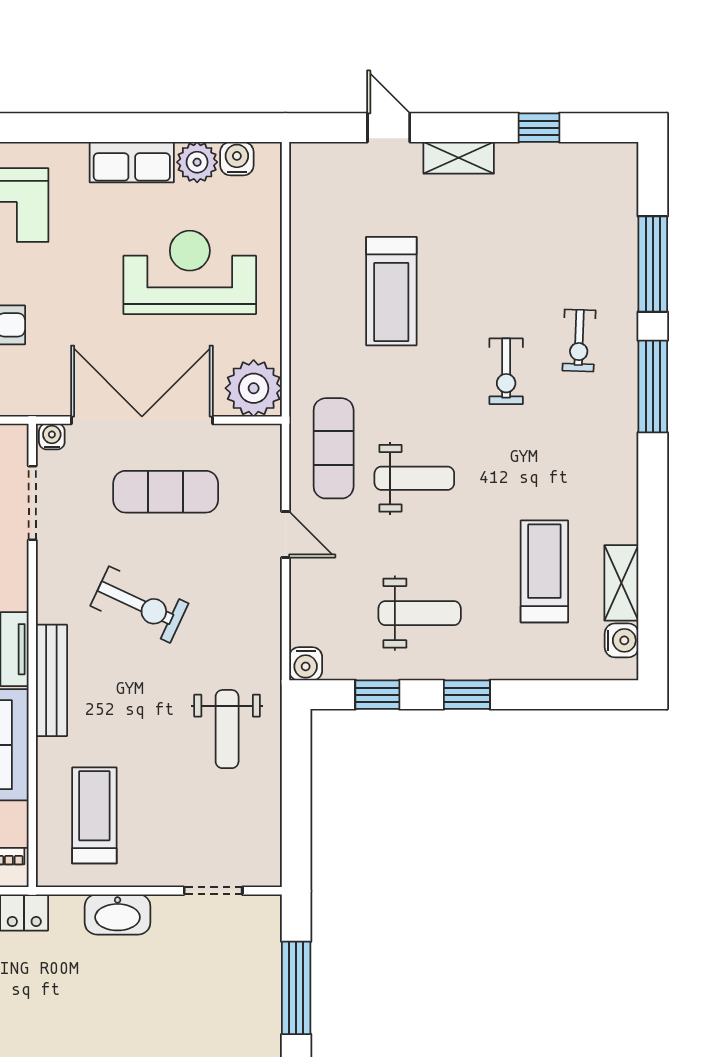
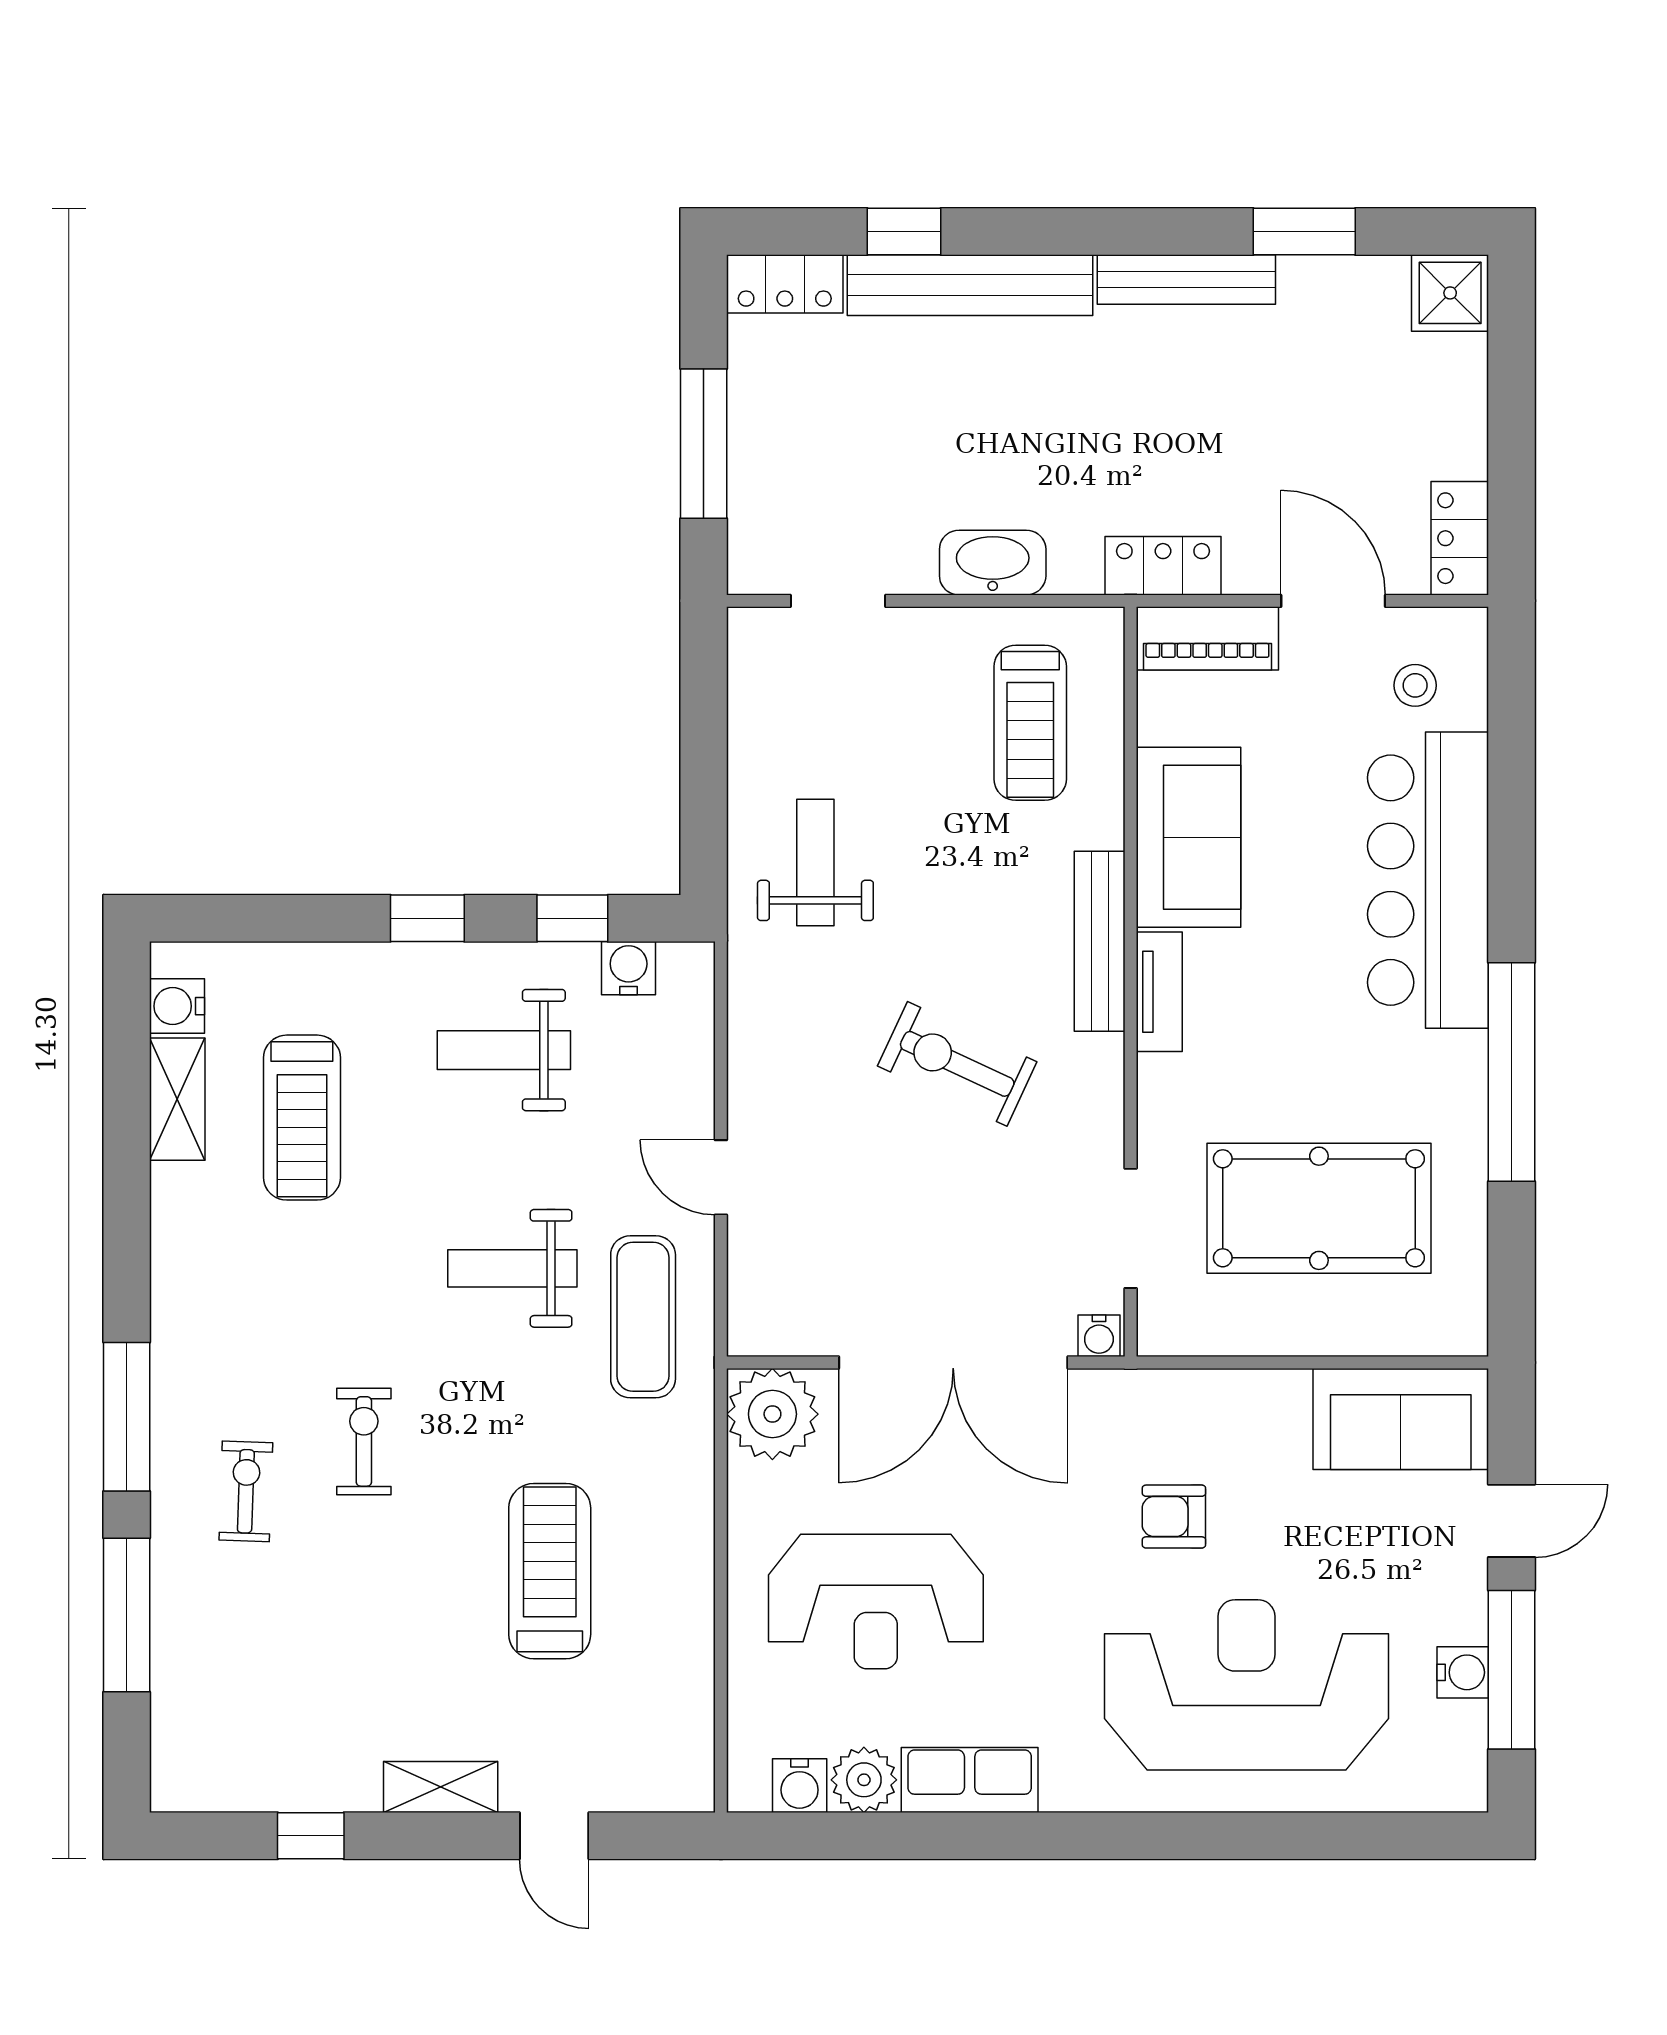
exercise mat: (166, 492) -> (915, 1247), removed
water cooler: (306, 664) -> (629, 968), moved

